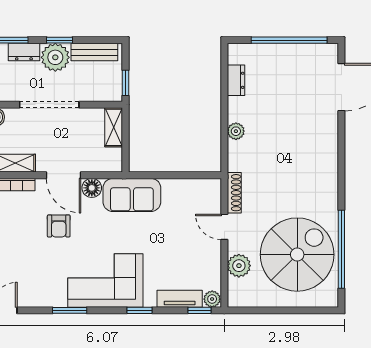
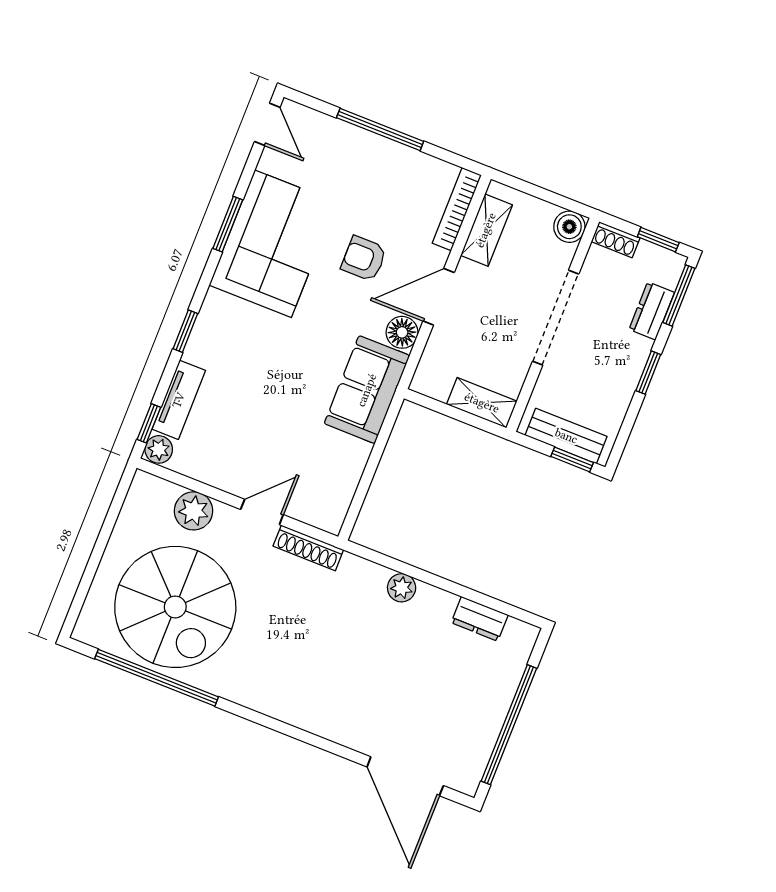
bench: (94, 52) -> (566, 436), moved, turned 90
plant: (55, 57) -> (625, 356), removed
window: (126, 83) -> (572, 460), moved
corner sofa: (105, 281) -> (273, 244), moved

